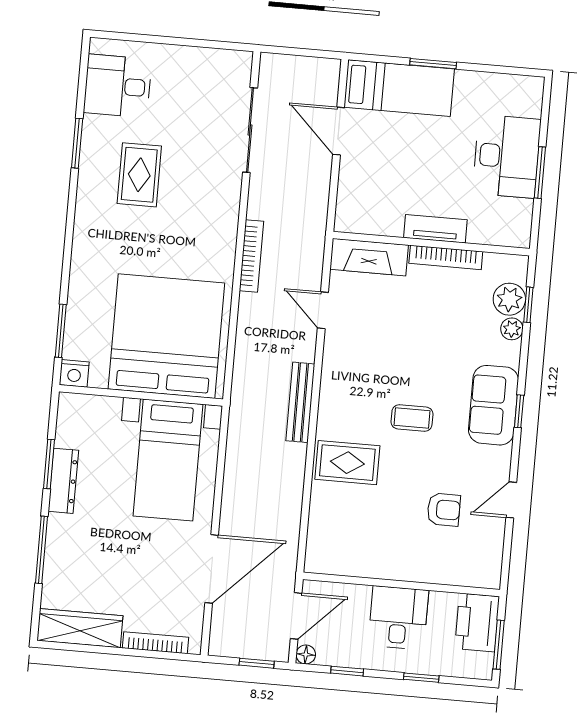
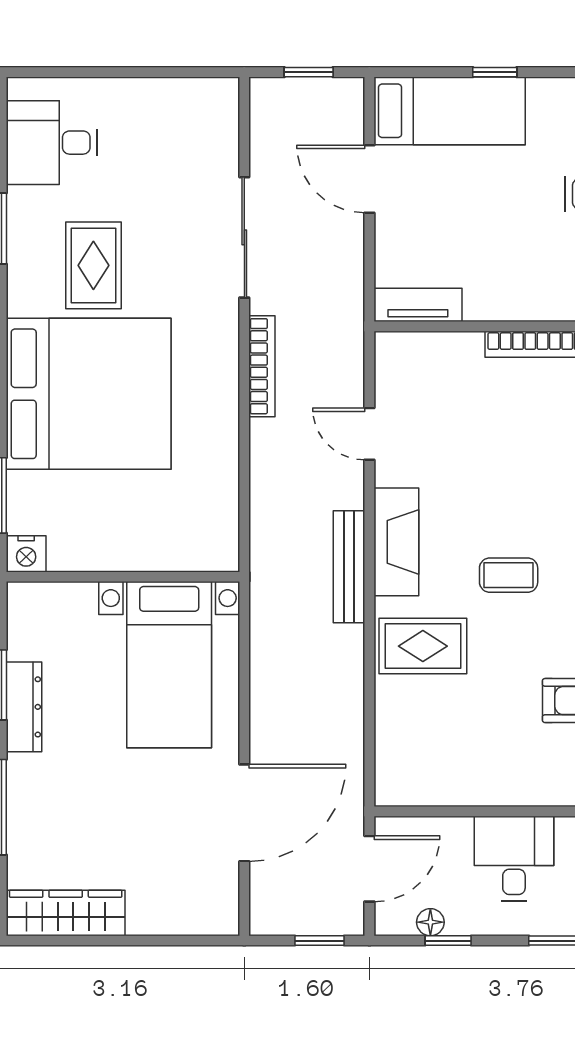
window: (302, 52) -> (309, 72), added
window: (433, 64) -> (495, 72), width x0.67
sliding door: (250, 130) -> (244, 237), moved
tv unit: (435, 229) -> (418, 305), moved
fireplace: (369, 257) -> (396, 542), moved, turned -90
bed: (166, 336) -> (89, 394), moved, turned 90
bookcase: (155, 643) -> (174, 924), removed
floor lamp: (306, 654) -> (430, 922), moved

